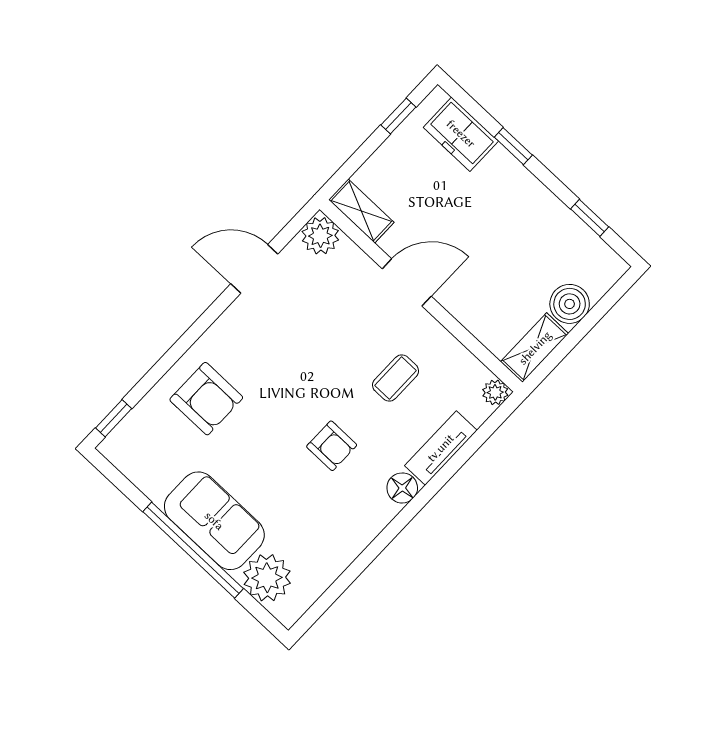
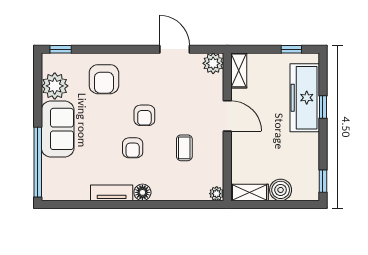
freezer: (461, 134) -> (305, 98), width x1.91, depth x1.26
window: (590, 218) -> (323, 181), moved
coffee table: (396, 378) -> (184, 148), turned 90
armchair: (304, 390) -> (144, 115), added
tv unit: (441, 448) -> (112, 193), moved
window: (193, 550) -> (38, 162), moved
plant: (267, 578) -> (55, 86), moved

